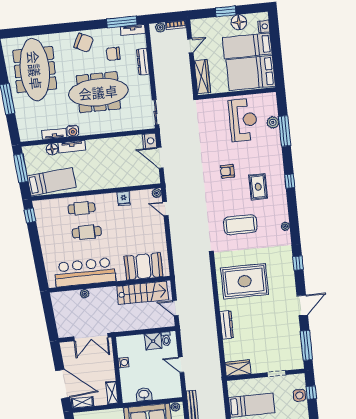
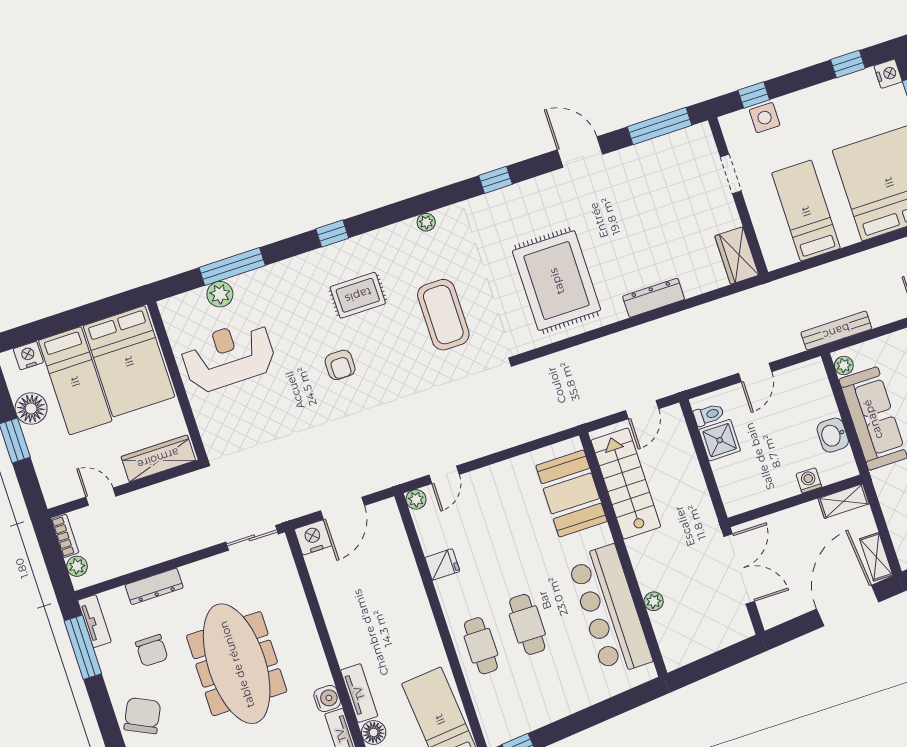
washing machine: (124, 363) -> (809, 480), moved

